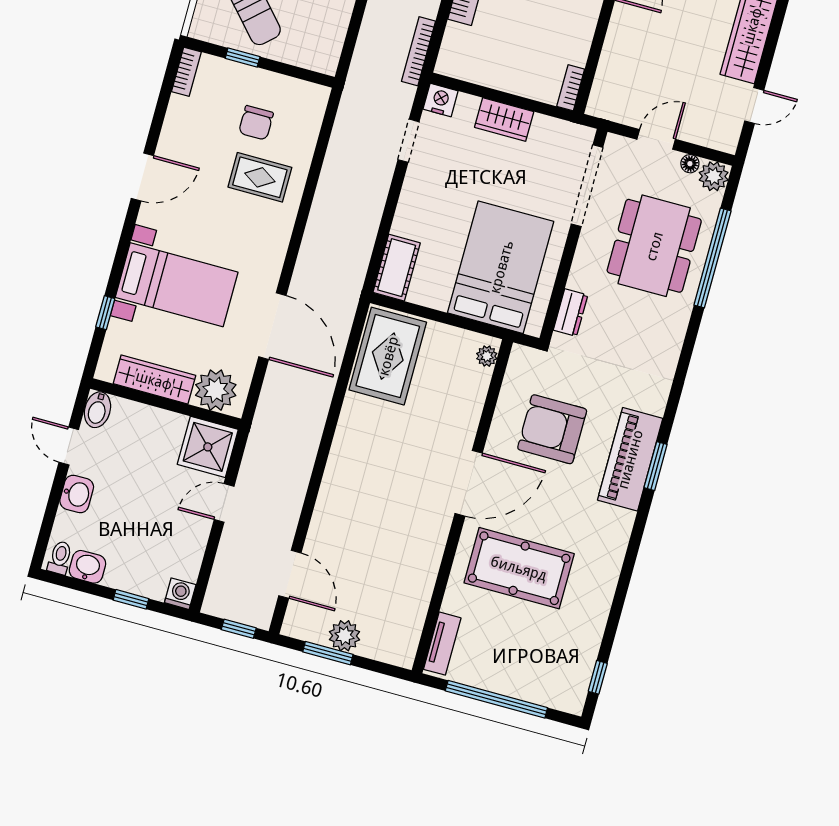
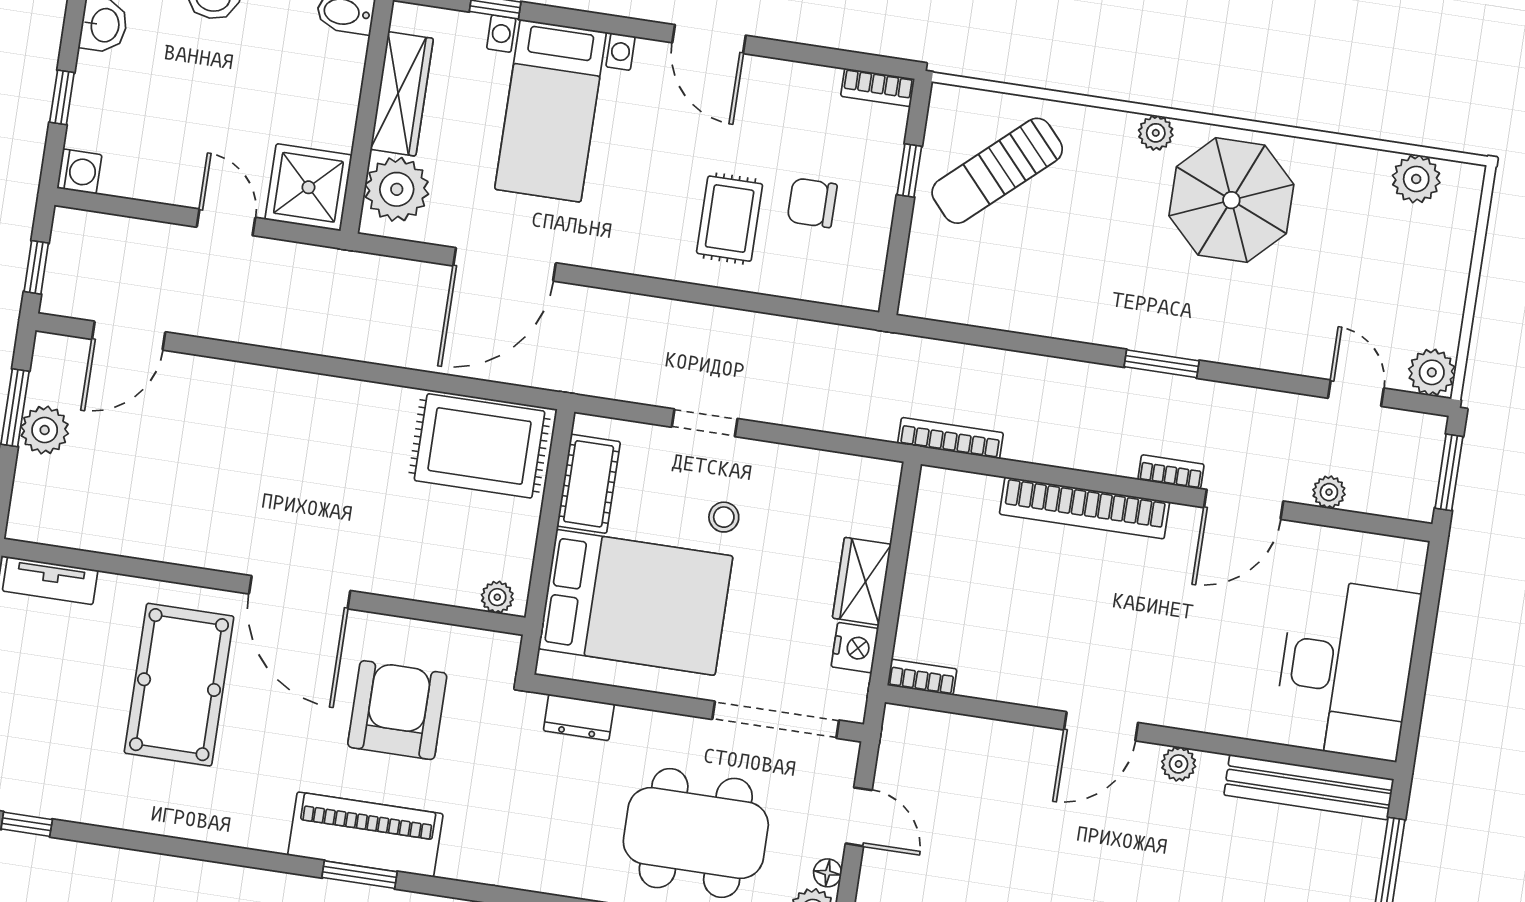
nightstand: (441, 100) -> (855, 648), moved
doorway: (409, 141) -> (705, 423), moved
stool: (452, 204) -> (724, 517), added
cot: (397, 268) -> (589, 484), moved, turned 90

